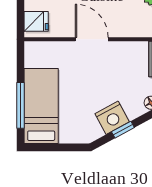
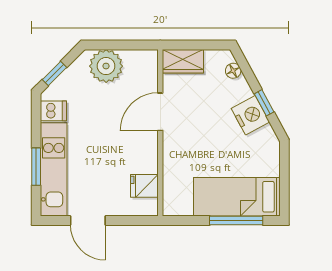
fridge: (36, 21) -> (144, 186), moved, turned -90
door: (92, 39) -> (160, 112), moved

